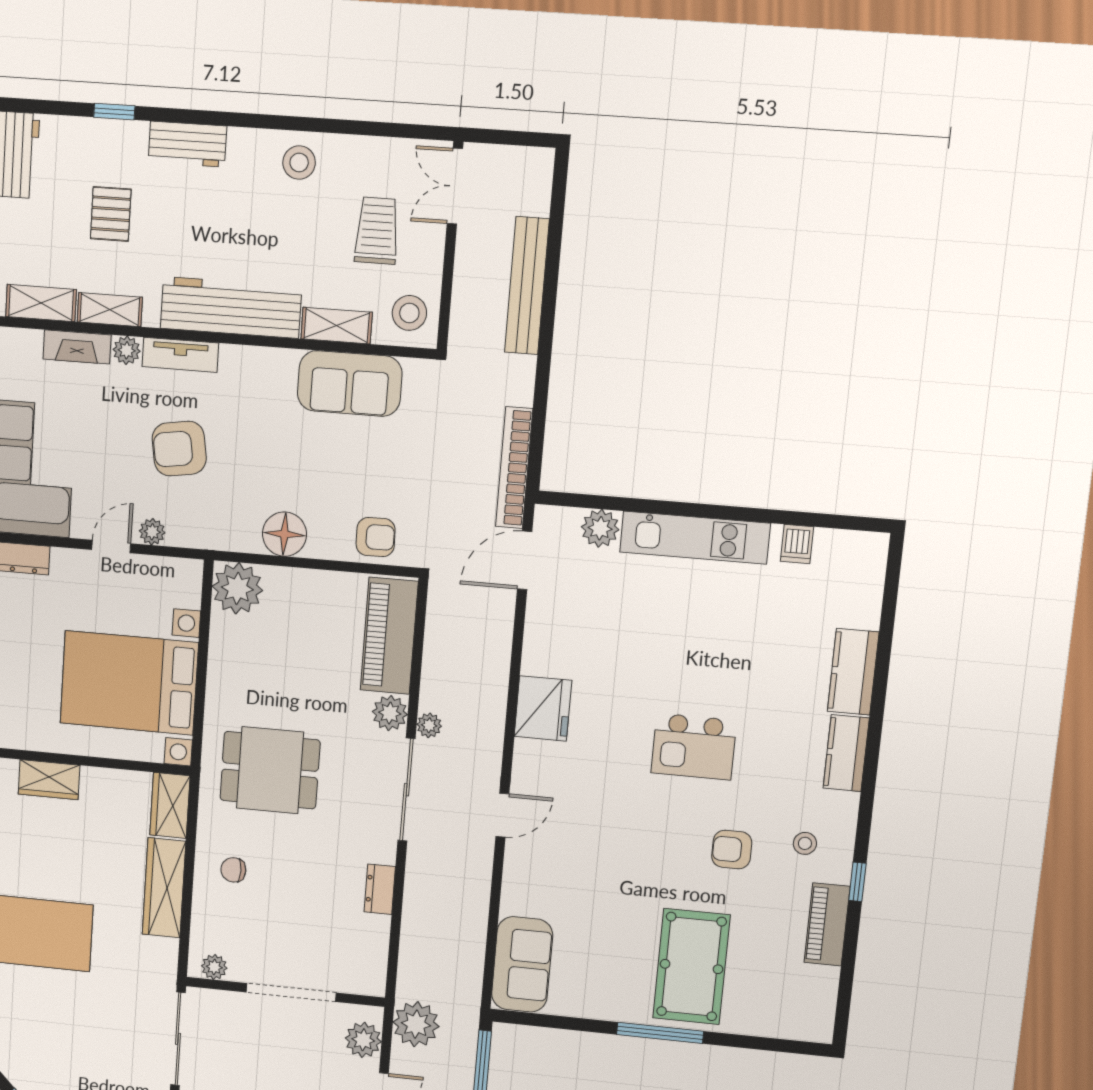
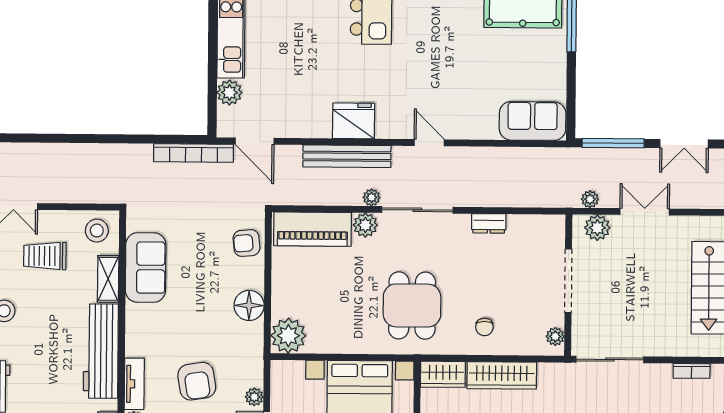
bench: (527, 286) -> (347, 156), moved
armchair: (376, 537) -> (247, 243), turned -94
plant: (416, 1024) -> (590, 199), width x0.53, depth x0.53

